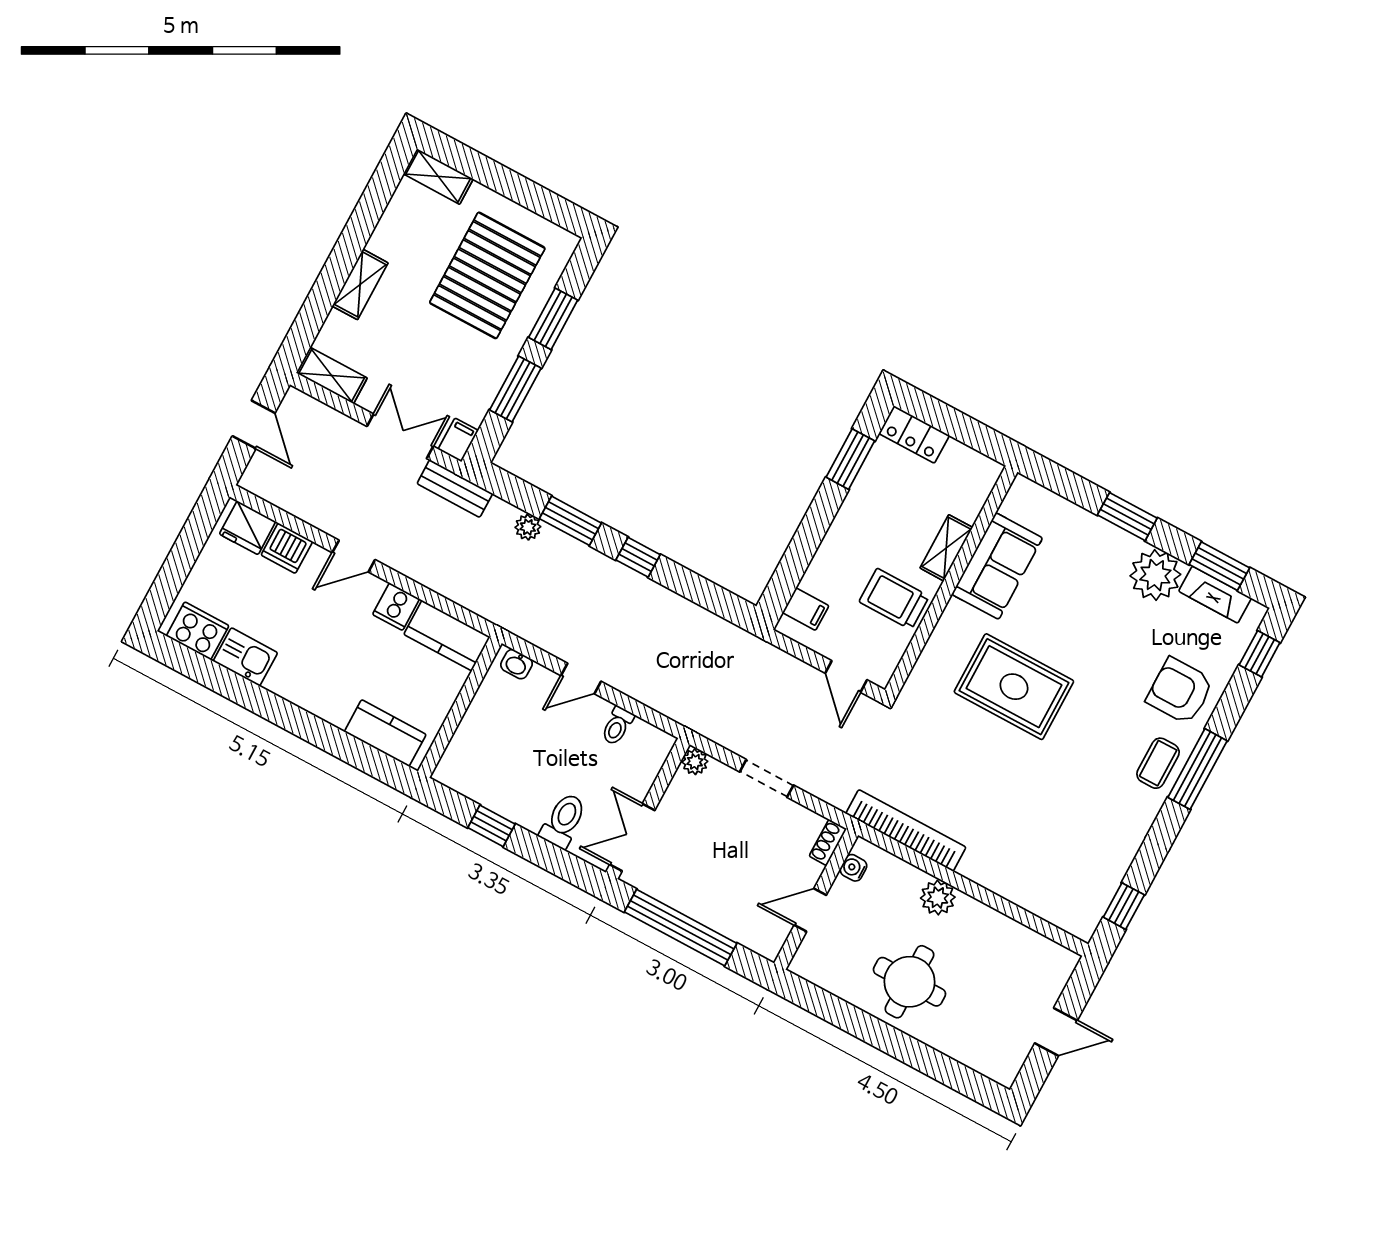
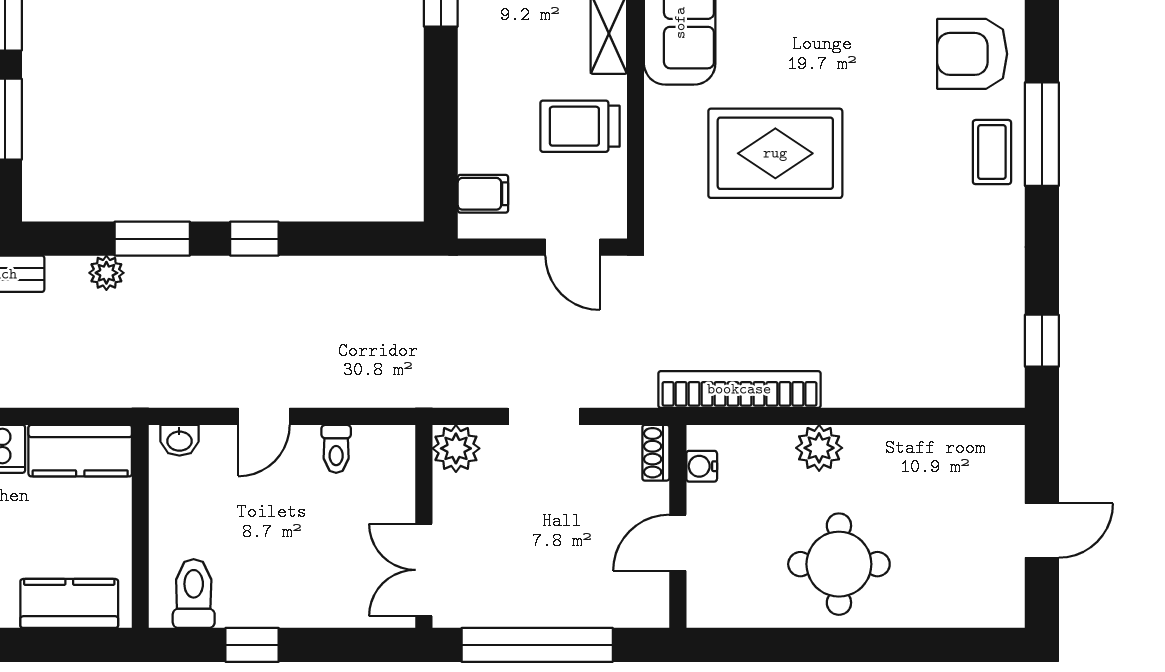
plant: (695, 762) -> (456, 448), width x1.38, depth x1.38
toilet: (563, 821) -> (194, 594), moved

